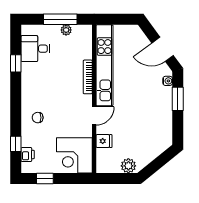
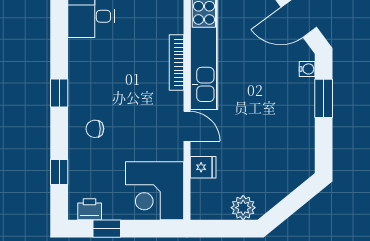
window: (16, 63) -> (59, 93), moved
door: (94, 116) -> (187, 126), hinge flipped
printer: (28, 155) -> (90, 209), moved, turned -90

